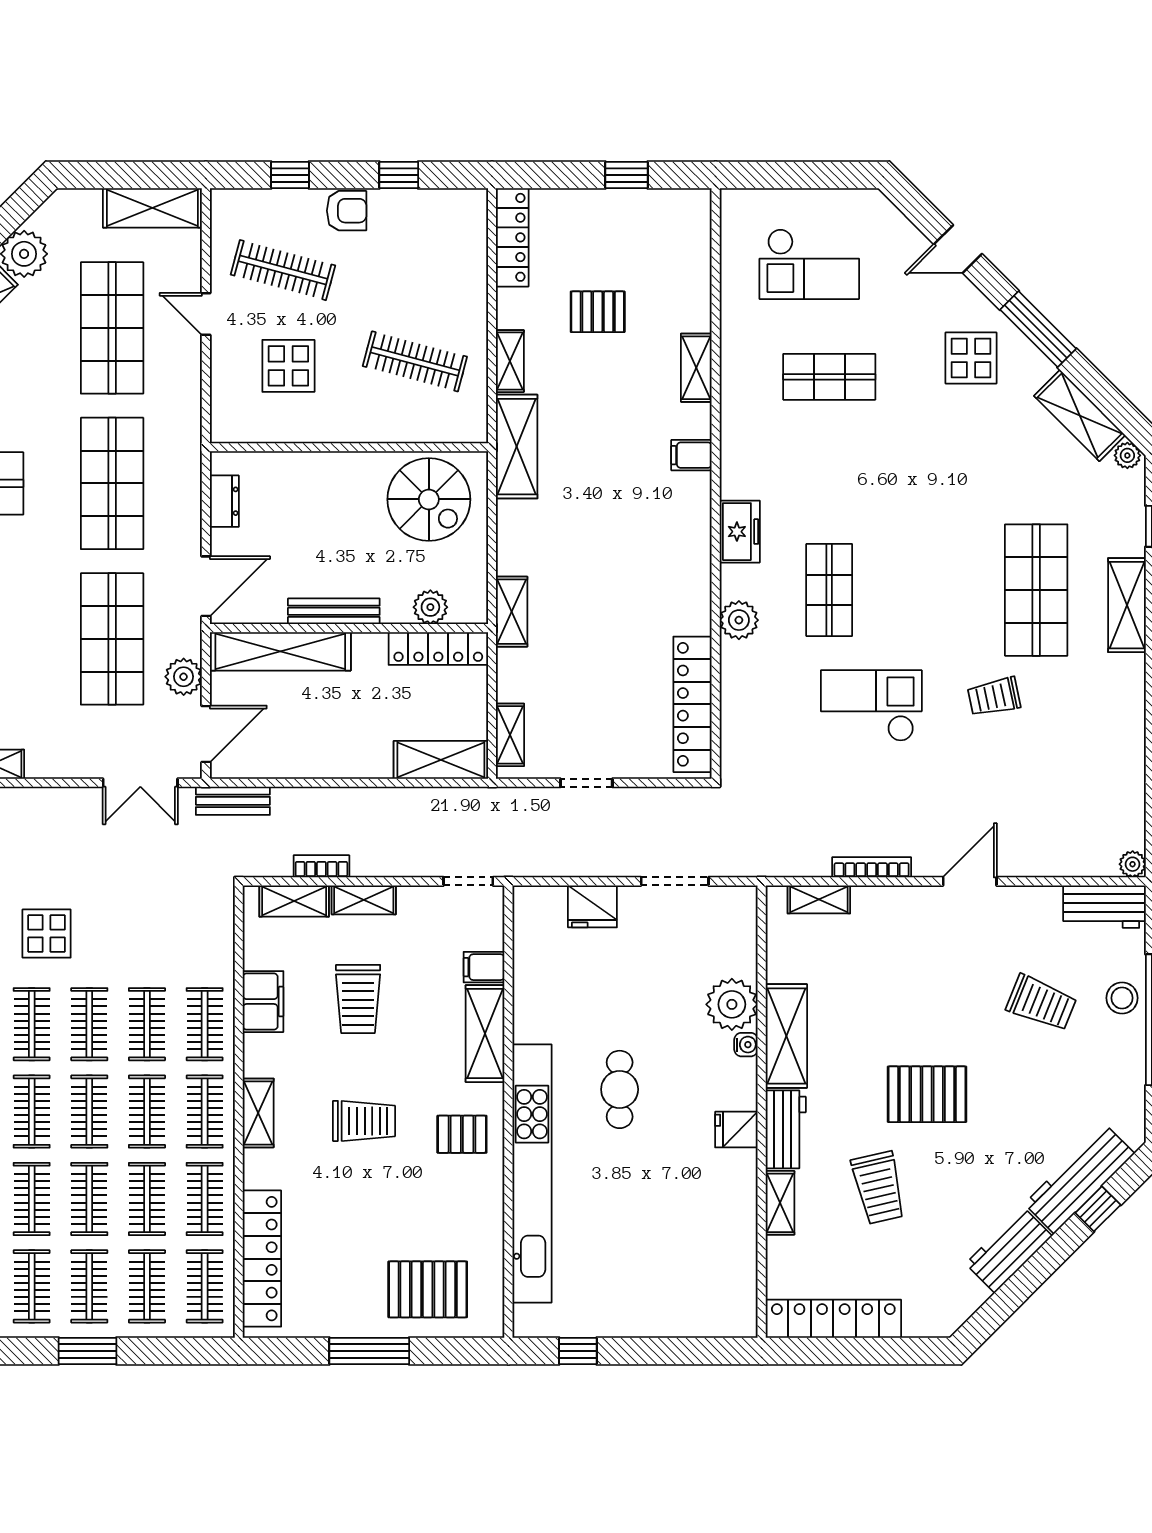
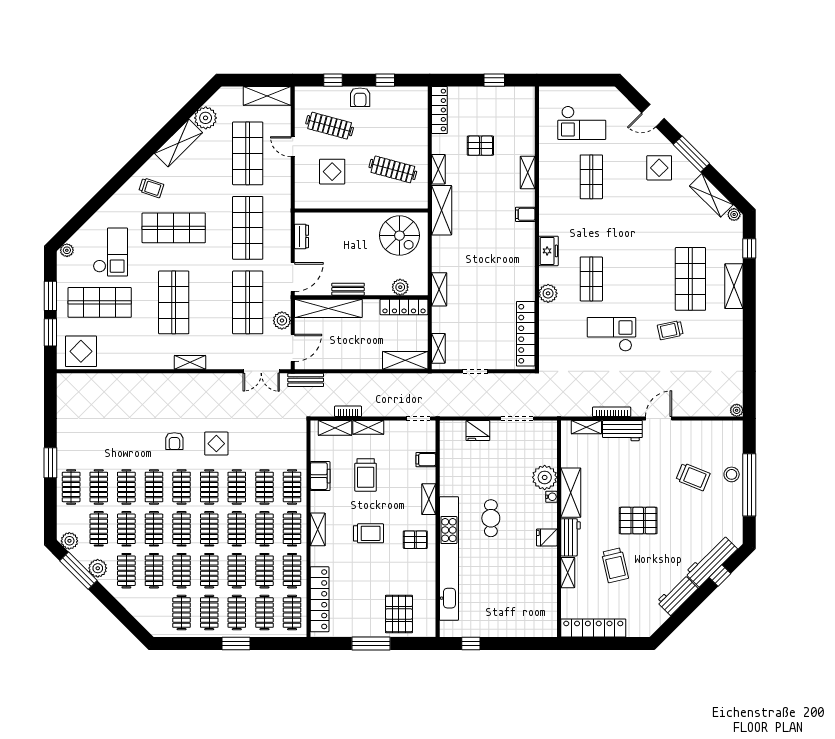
armchair: (347, 211) -> (360, 97), turned 90
shop shelf: (829, 377) -> (591, 177), turned 90
bench: (334, 611) -> (348, 289), width x0.73
workbench: (1104, 907) -> (622, 431), moved
shelving: (485, 1034) -> (429, 499), width x0.67, depth x0.75
pallet: (428, 1289) -> (399, 614), turned 90

